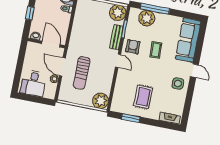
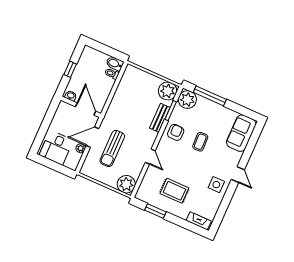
plant: (147, 18) -> (187, 100), moved
sofa: (188, 40) -> (241, 133), width x0.73
door: (118, 61) -> (150, 157), moved
door: (62, 67) -> (93, 137), hinge flipped
rug: (143, 97) -> (174, 191), turned 90

